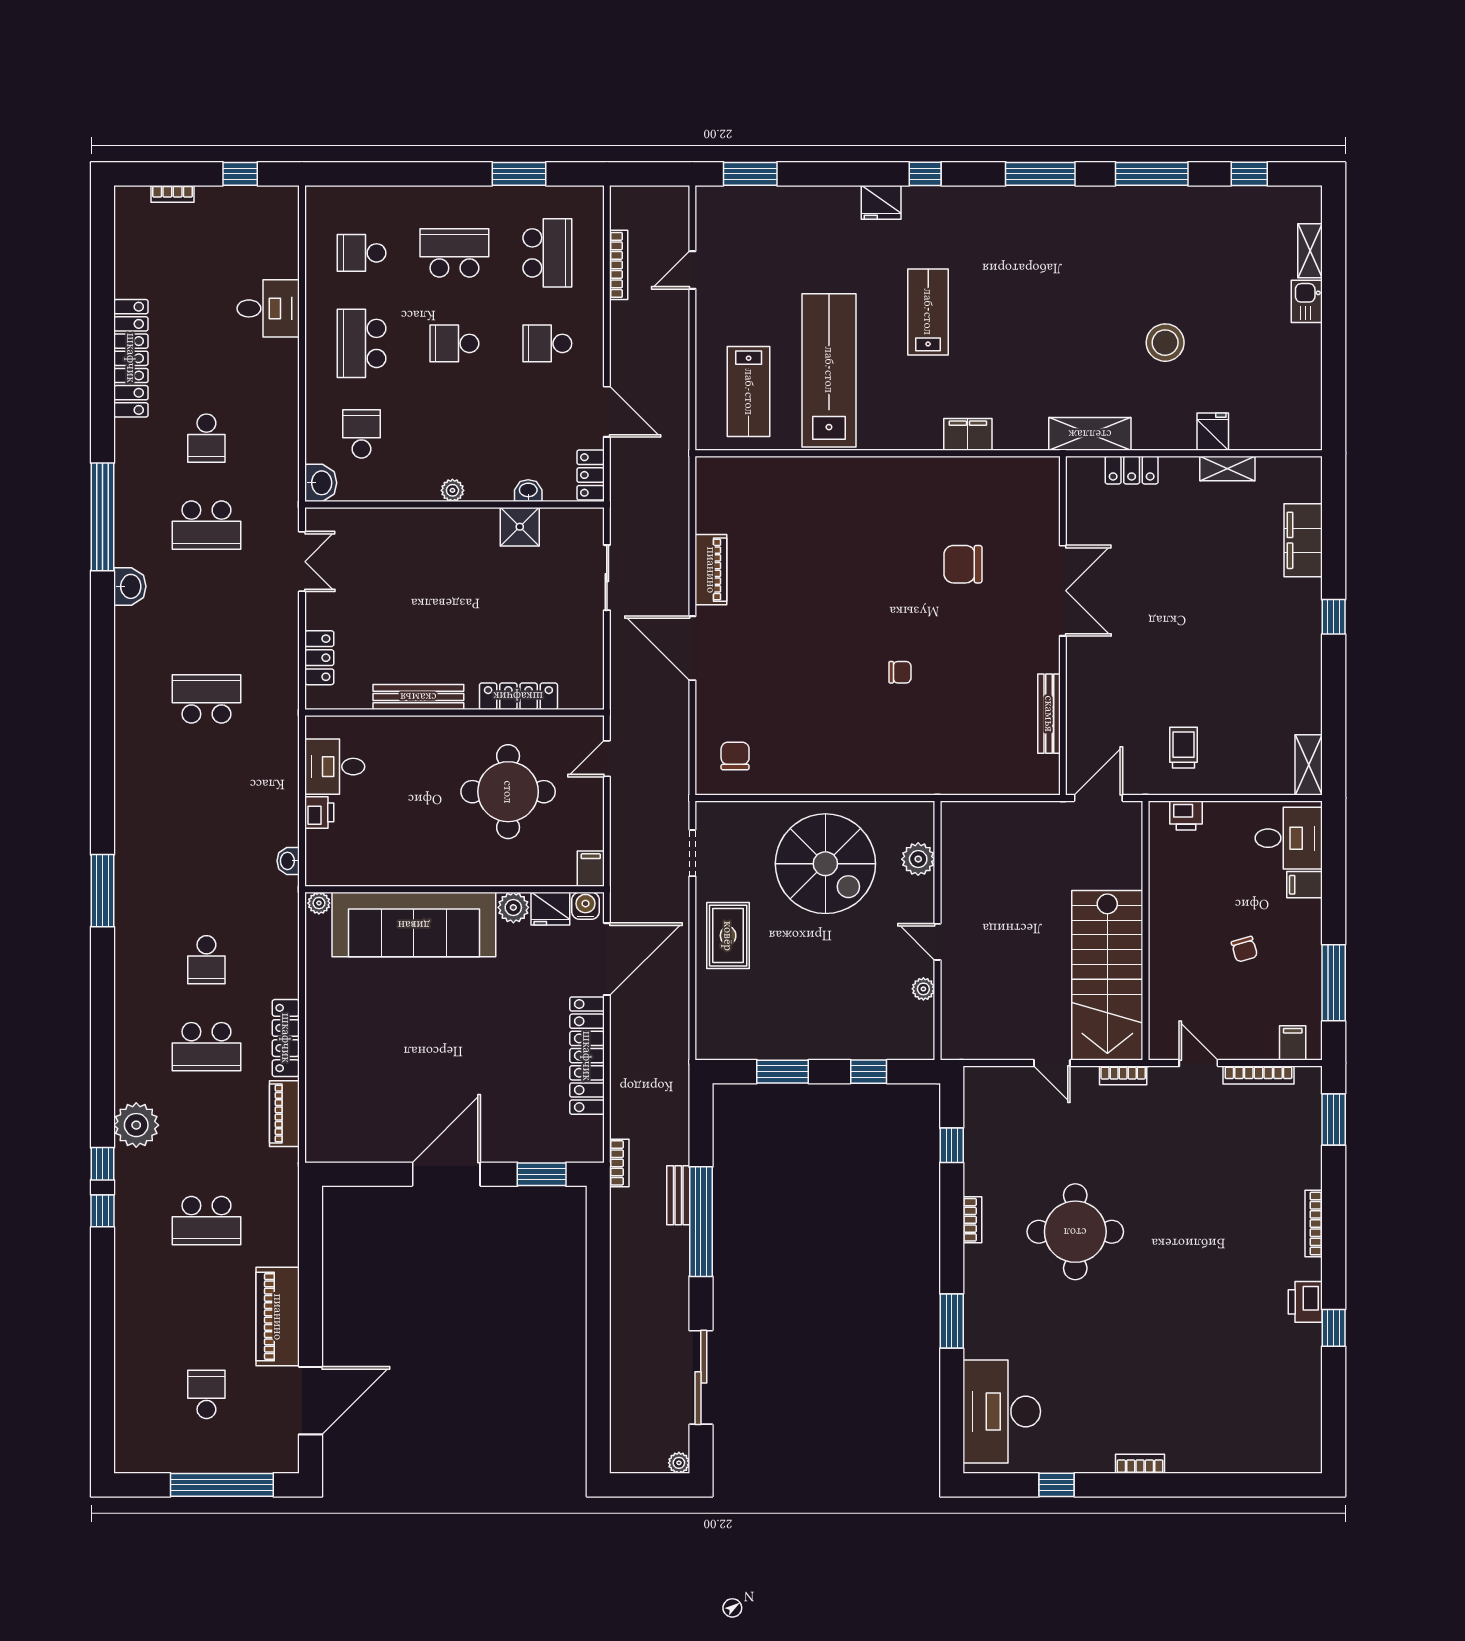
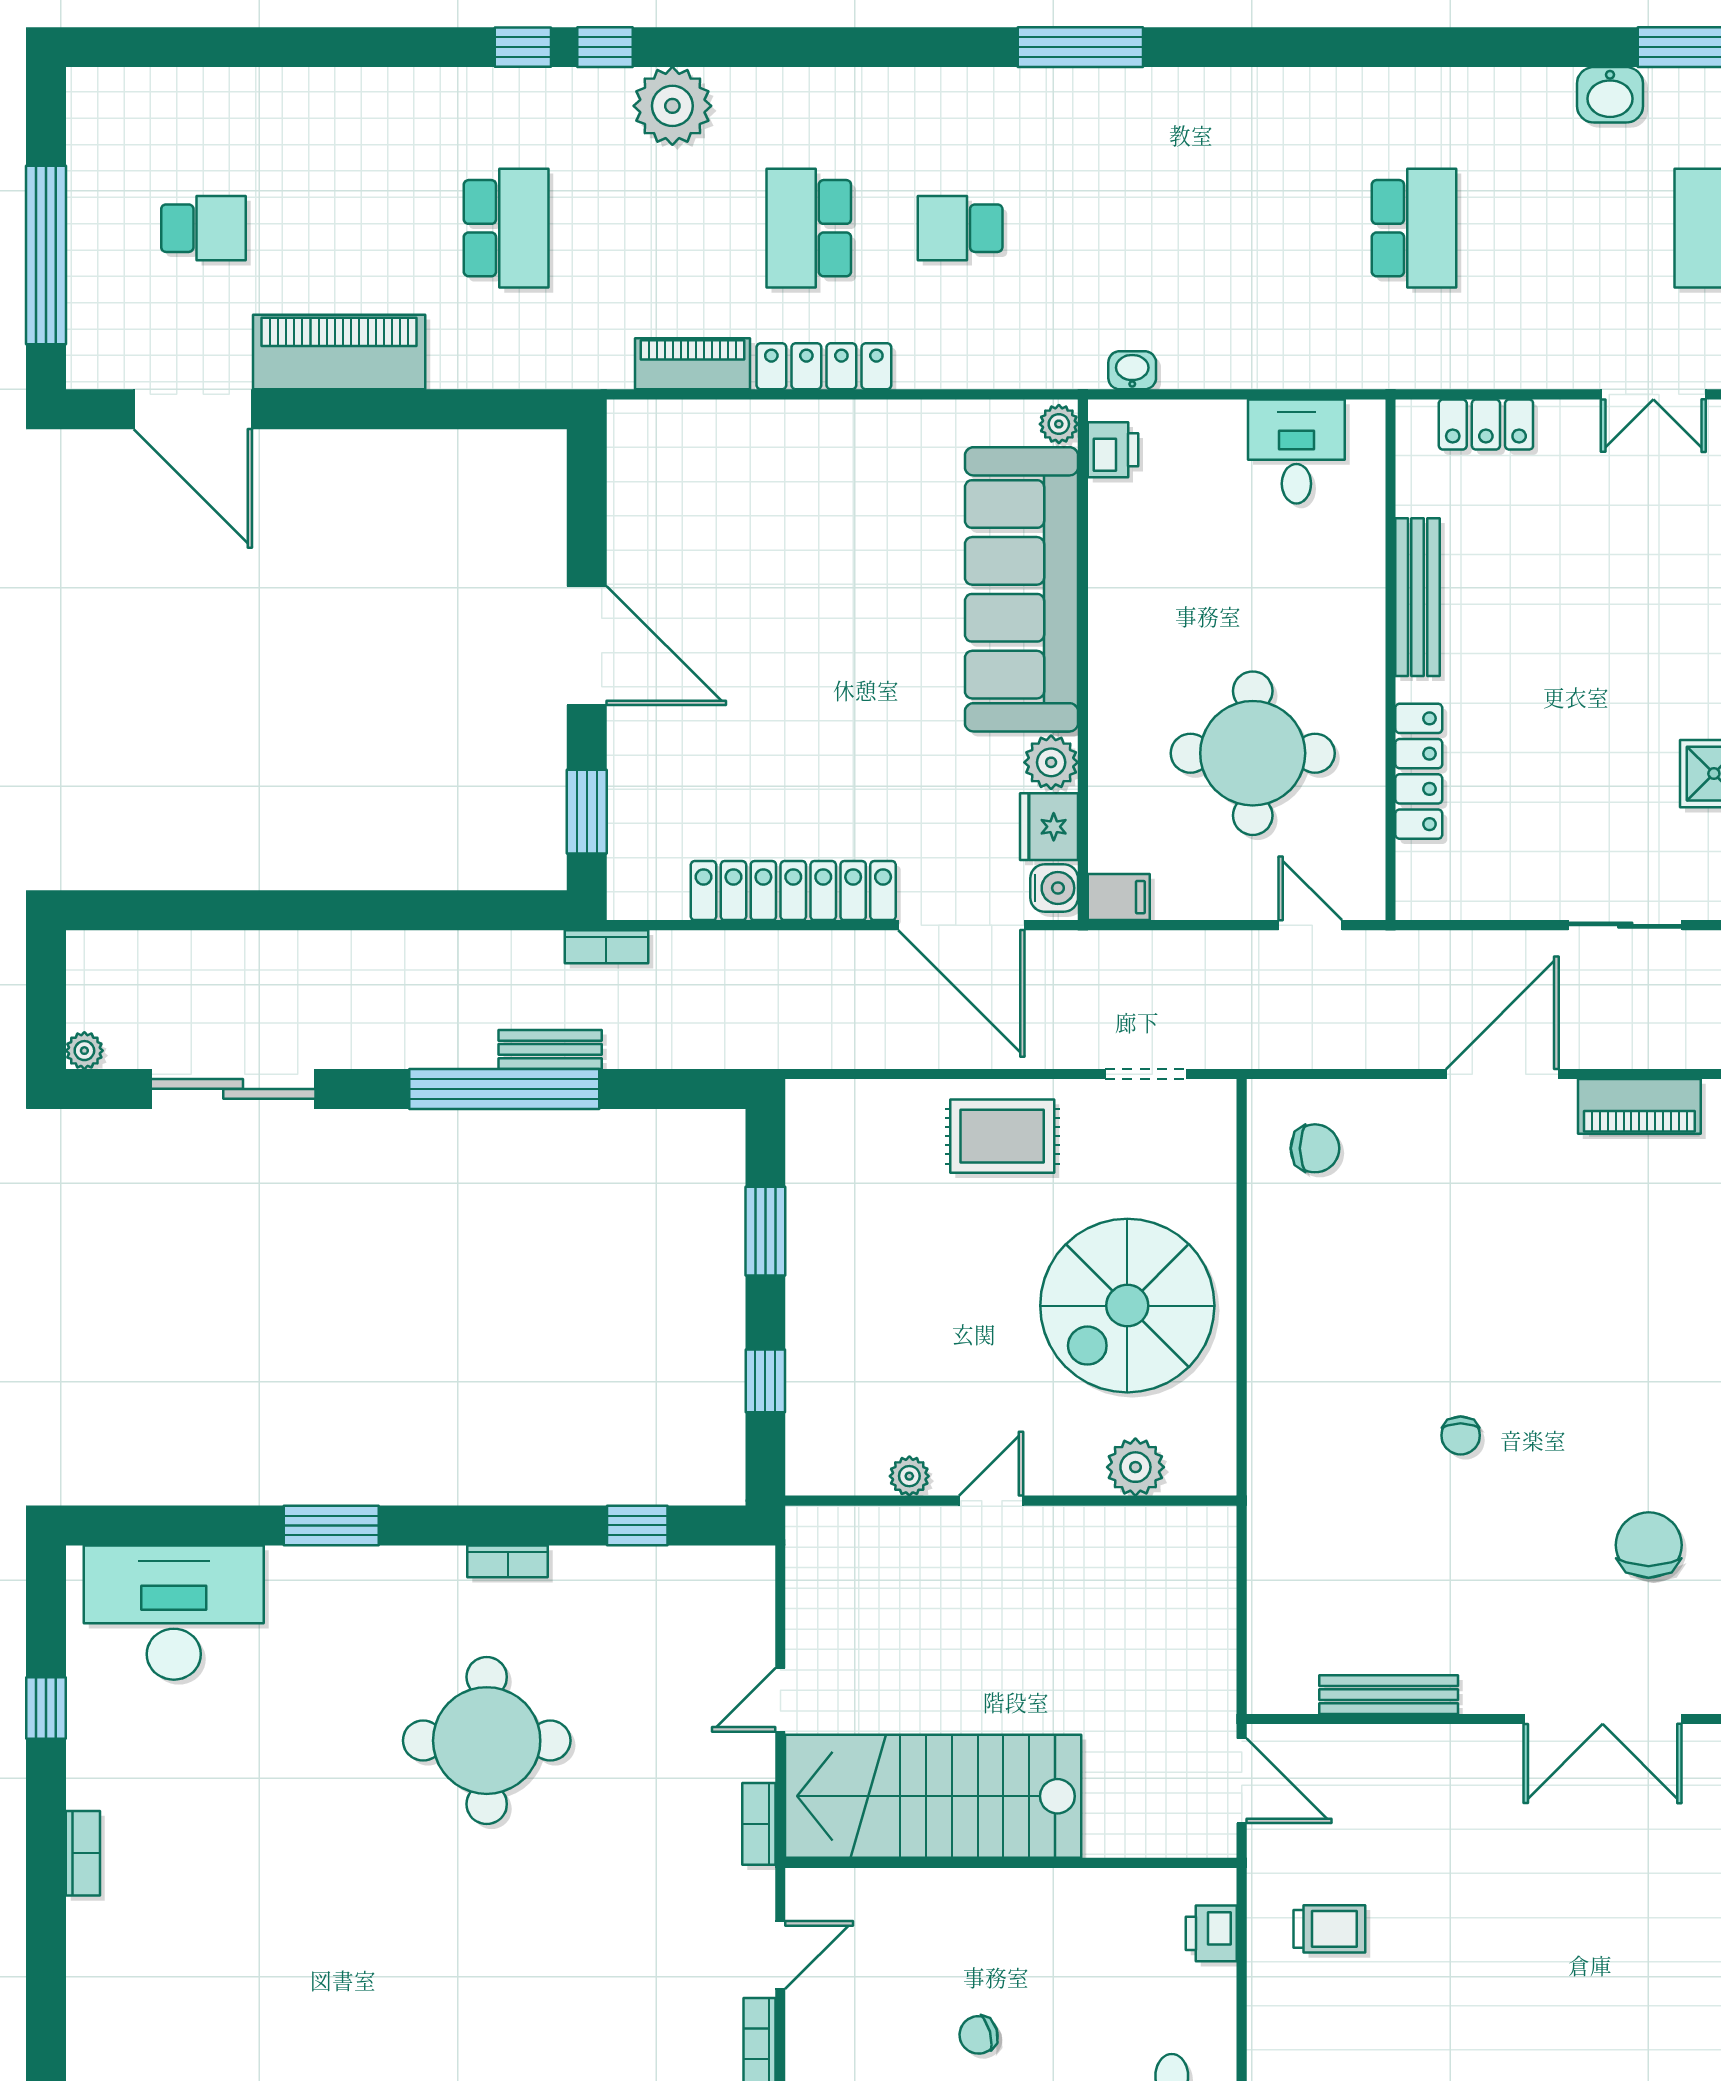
printer: (319, 812) -> (1113, 450), moved, turned -90
school desk: (206, 1221) -> (506, 228), turned 180

